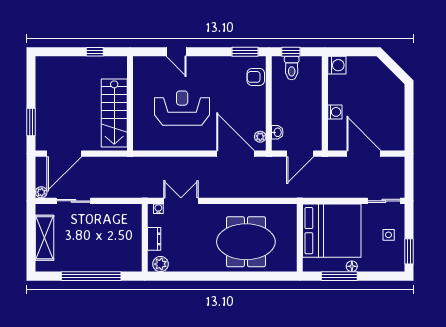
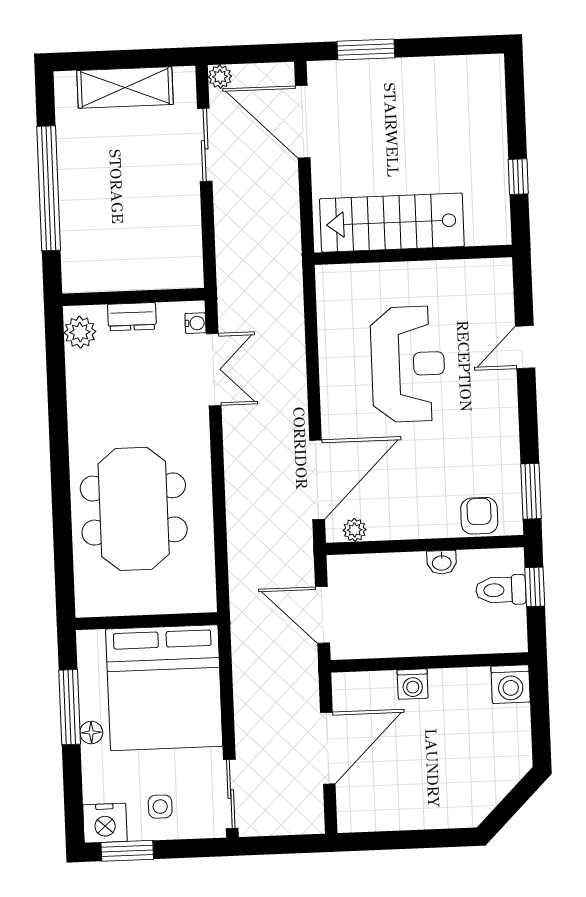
washbasin: (277, 132) -> (442, 562), moved
nightstand: (395, 261) -> (105, 823), added

